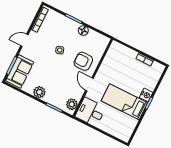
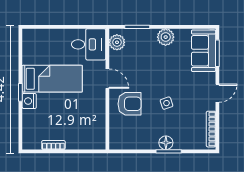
floor lamp: (83, 30) -> (166, 143), moved

